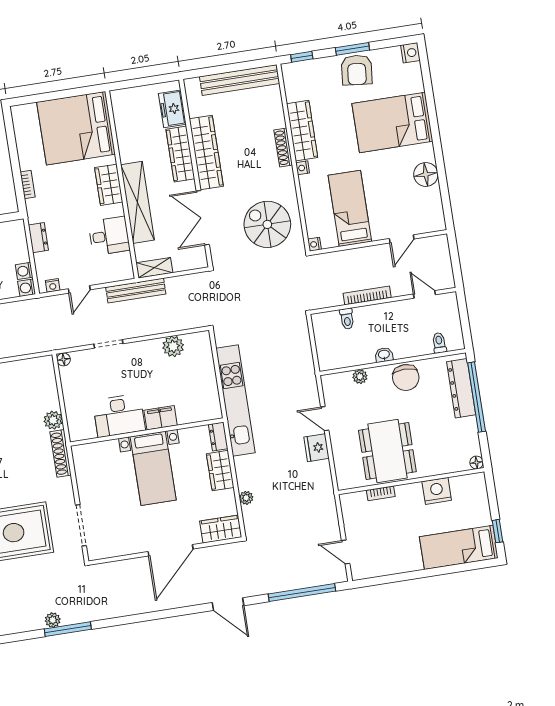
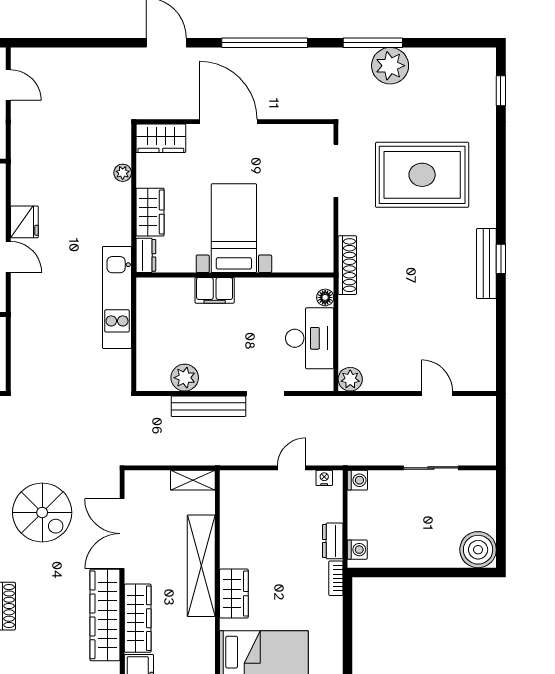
bookcase: (28, 185) -> (336, 578), moved
double door: (203, 218) -> (122, 534), swing flipped
desk: (109, 236) -> (244, 529), removed
washing machine: (24, 271) -> (357, 550), moved
bench: (136, 291) -> (208, 406), moved
floor lamp: (64, 359) -> (325, 297), moved
kitchen unit: (235, 400) -> (117, 297), width x0.73
desk: (119, 415) -> (310, 338), moved, turned 90
plant: (53, 420) -> (350, 379), moved
door: (171, 550) -> (228, 122), hinge flipped
window: (302, 593) -> (265, 43), moved
plant: (53, 620) -> (390, 66), width x1.88, depth x1.88

